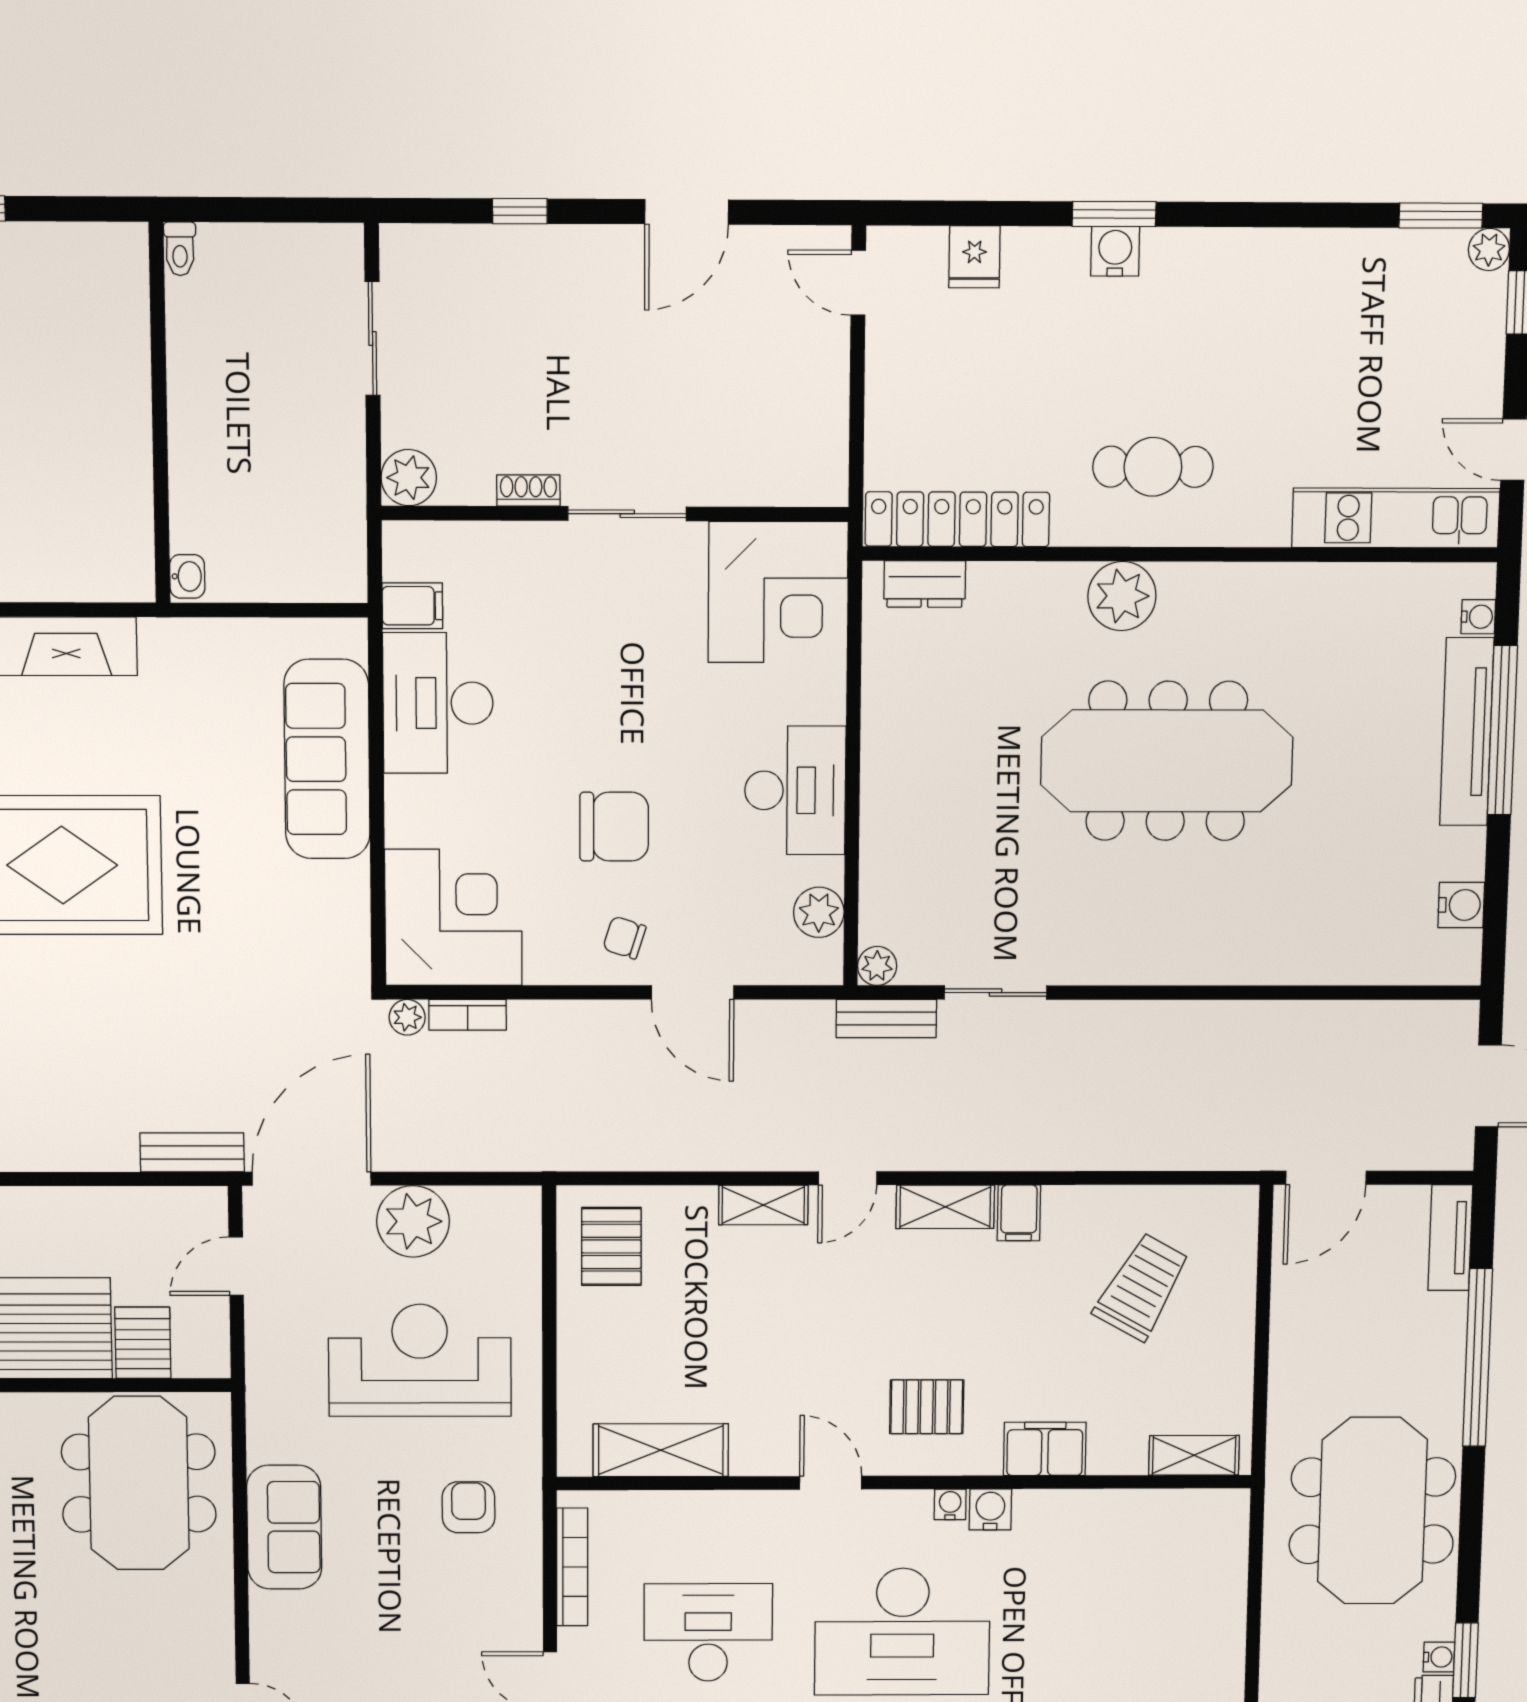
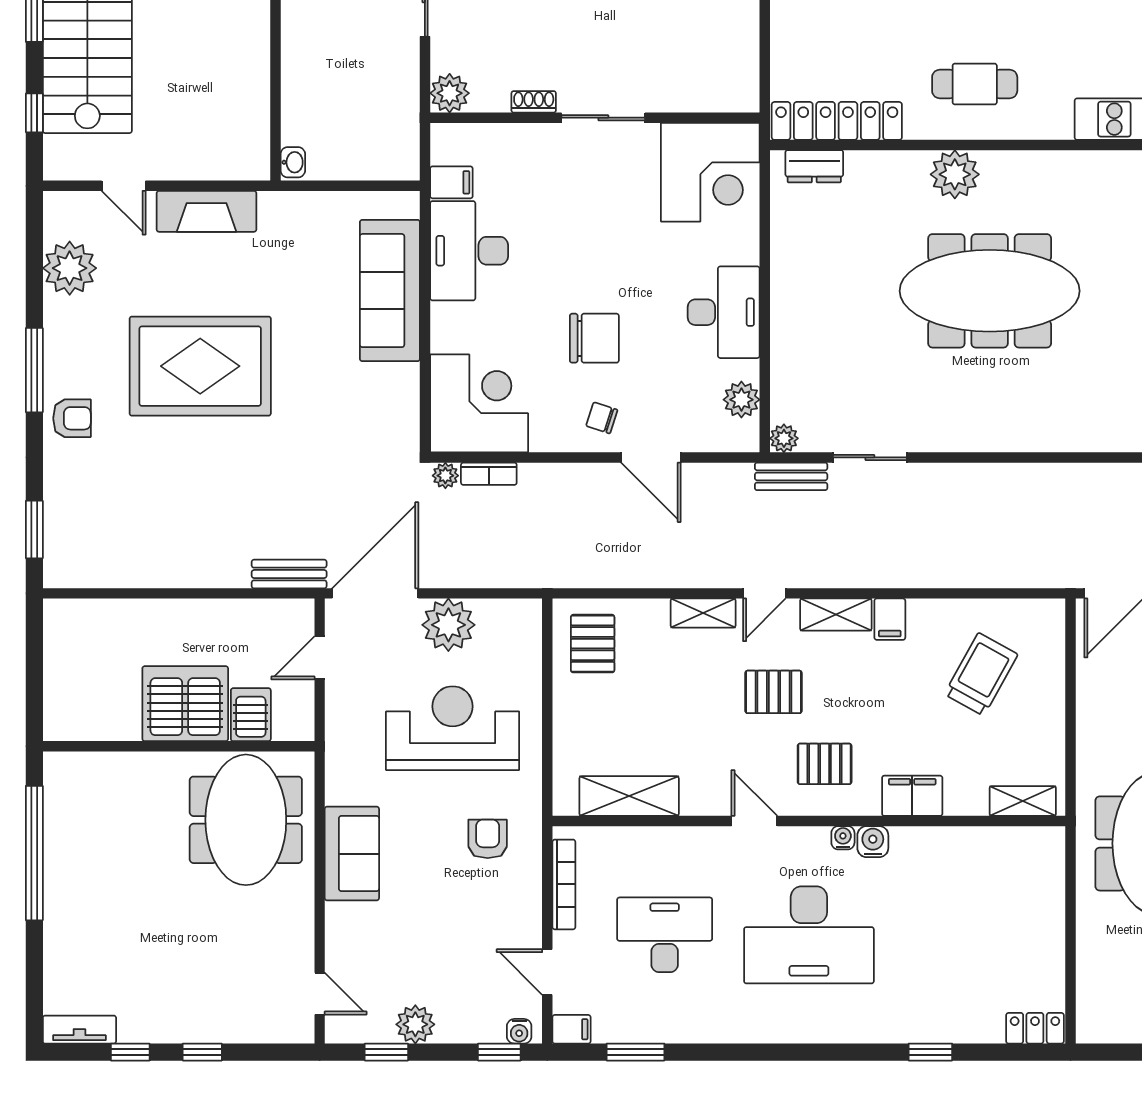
pallet: (859, 1311) -> (774, 692), added

